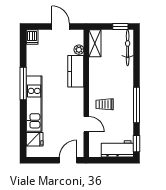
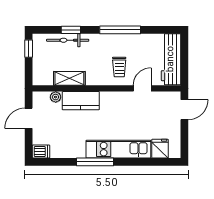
shelving: (95, 43) -> (69, 78), moved
bicycle: (128, 48) -> (68, 40), moved
window: (137, 144) -> (71, 30), moved
workbench: (117, 149) -> (171, 59), width x1.38
door: (68, 160) -> (184, 110), swing flipped

